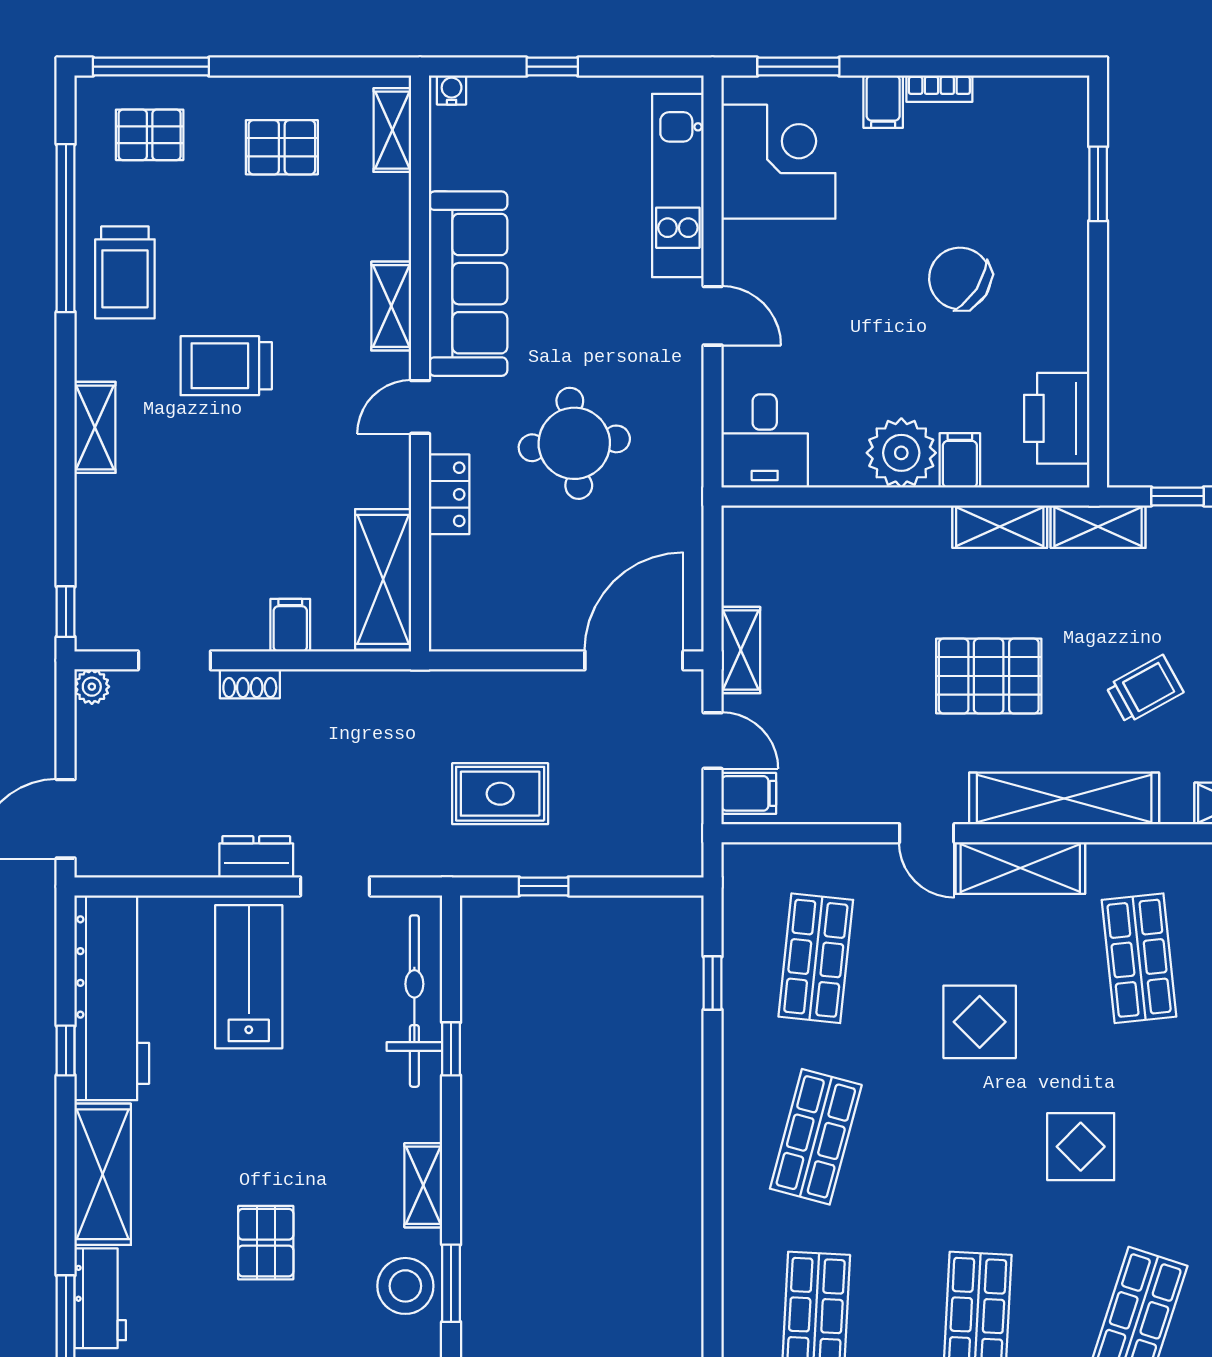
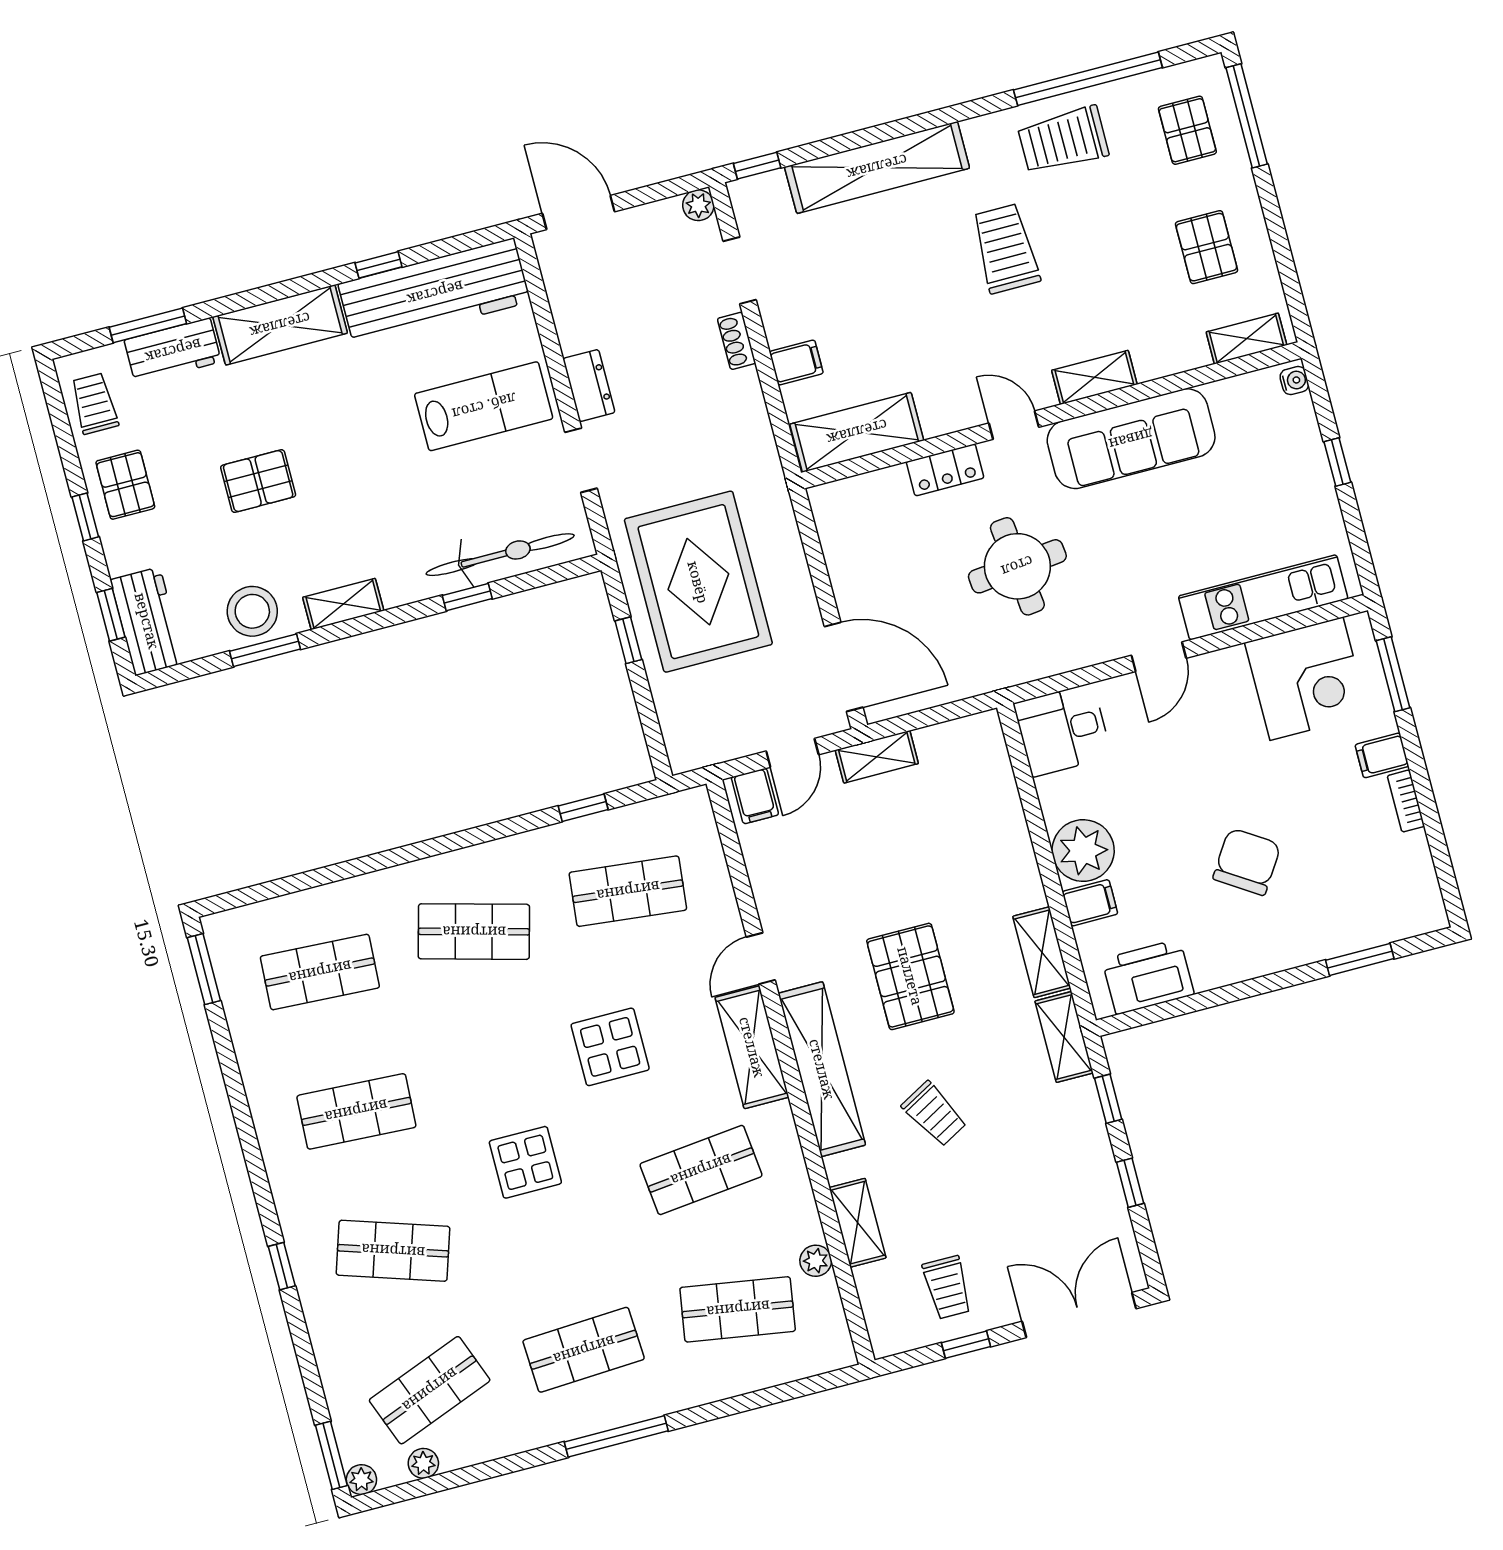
shelving: (95, 427) -> (877, 167), width x2.20, depth x1.33
rug: (500, 794) -> (698, 582), width x1.86, depth x2.06

